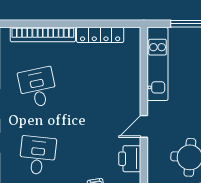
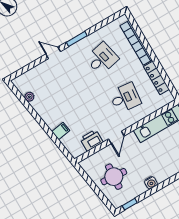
door: (144, 126) -> (116, 137), swing flipped
desk: (38, 155) -> (125, 98), moved

